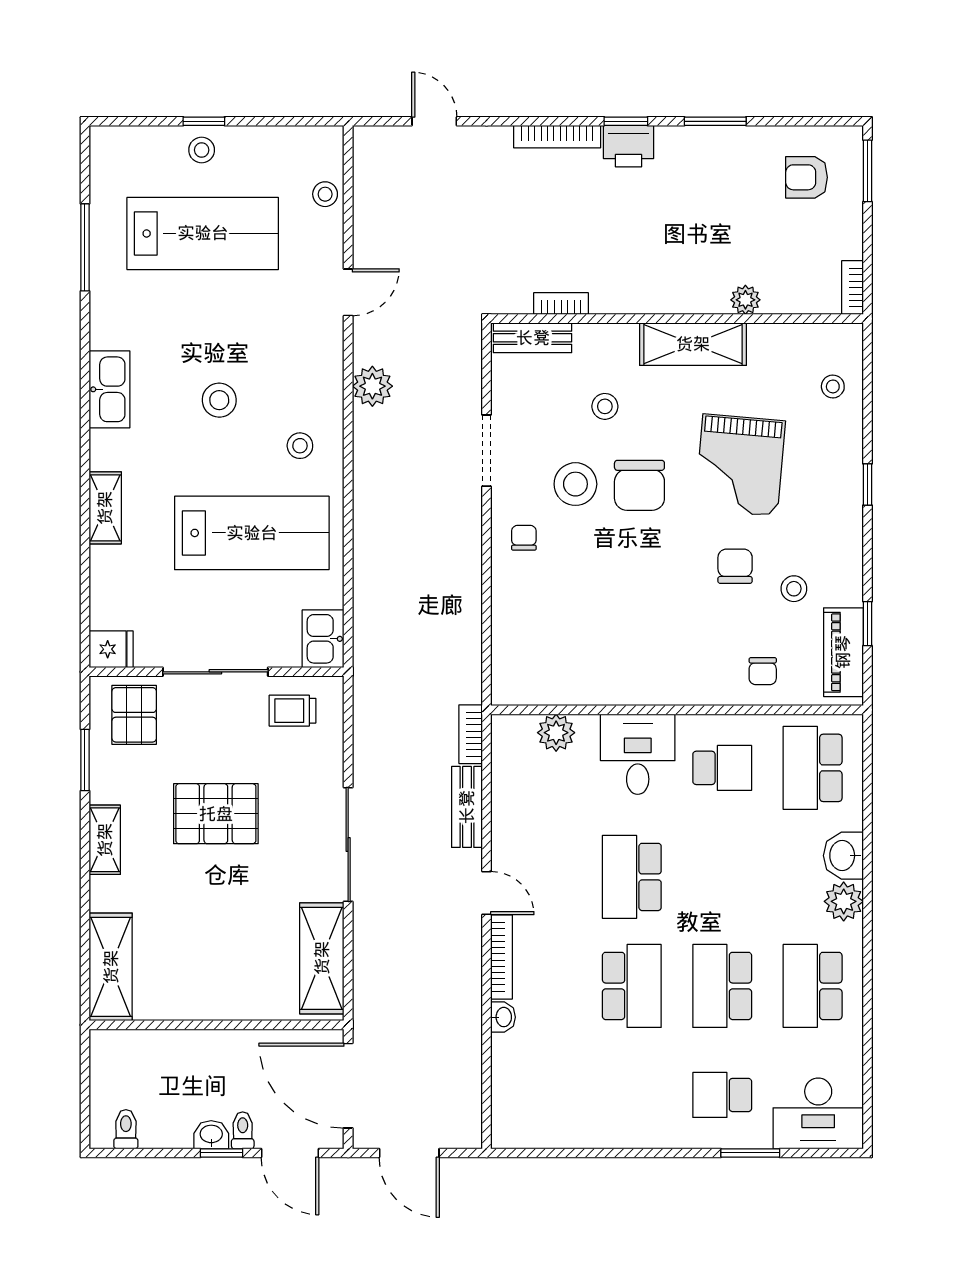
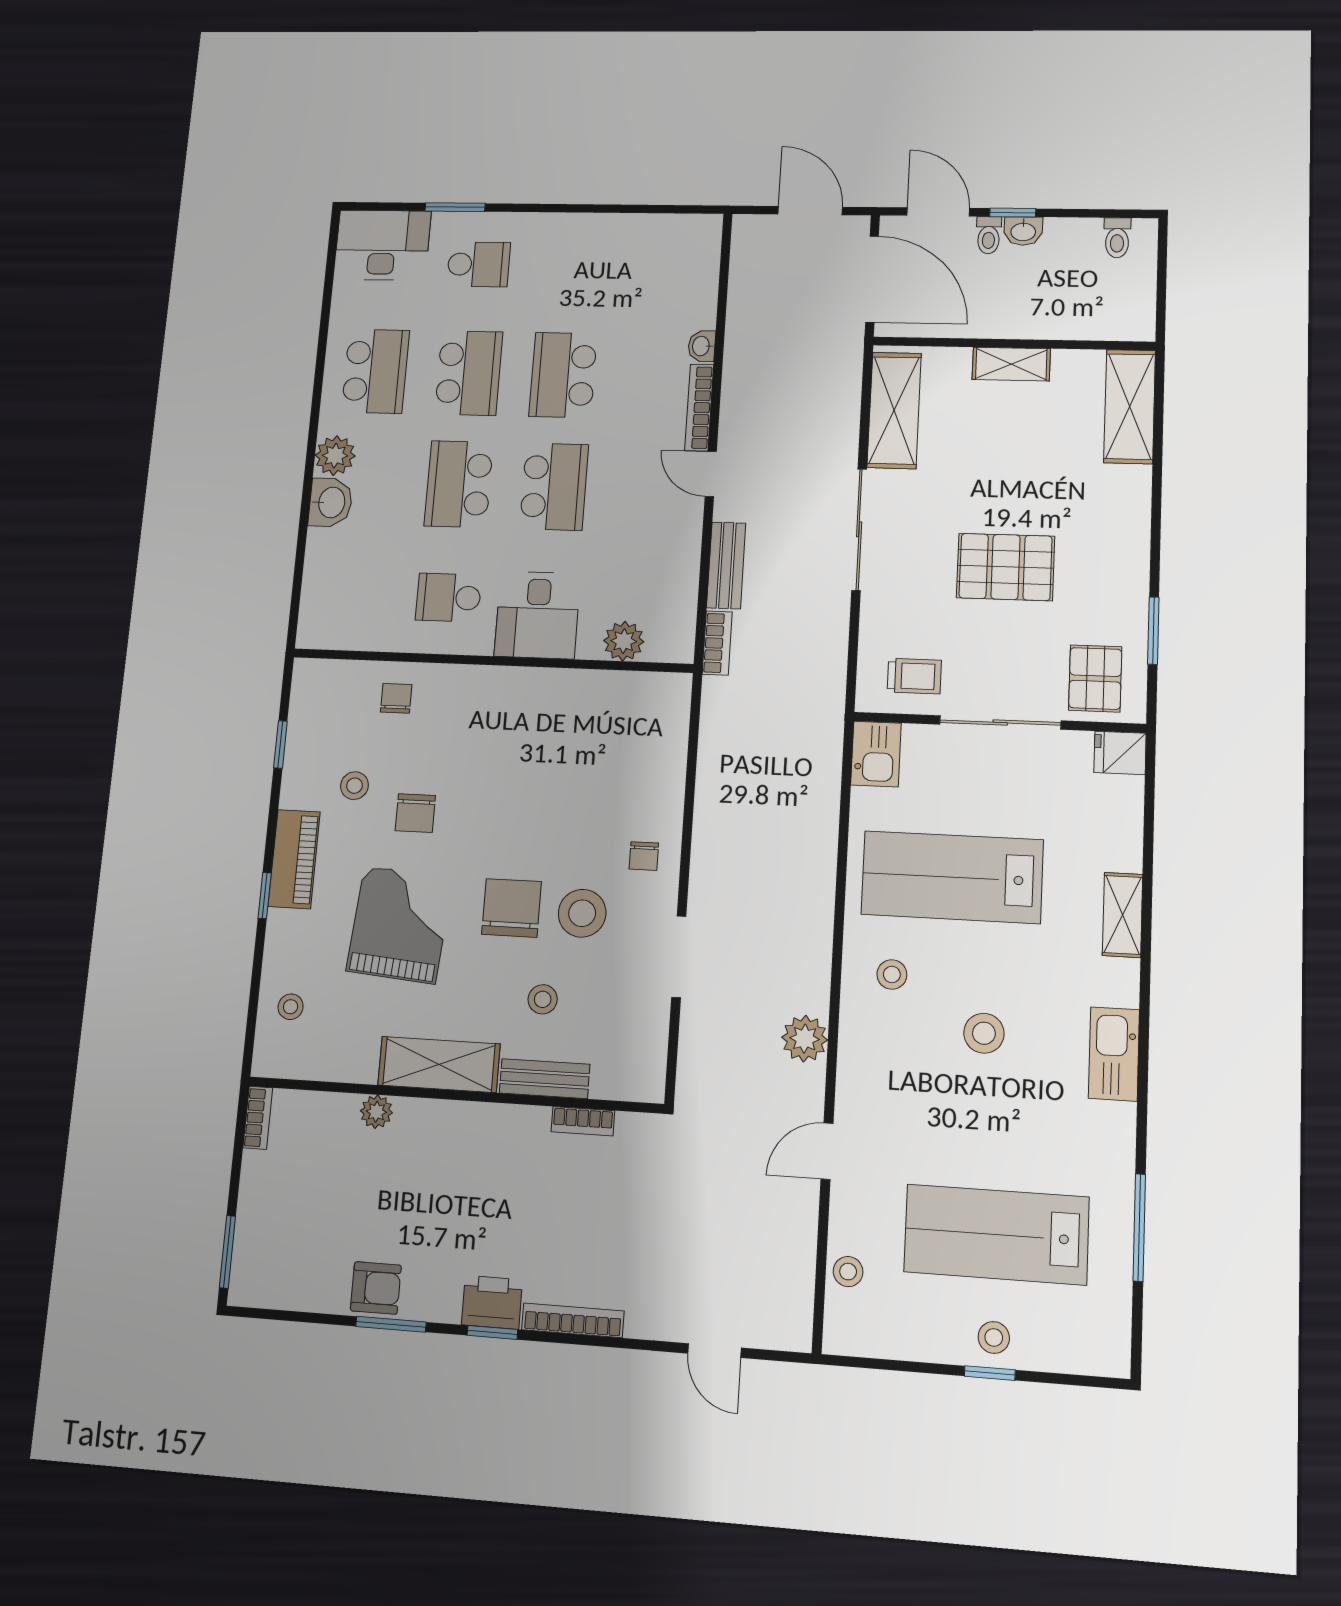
armchair: (806, 177) -> (376, 1288), moved
bench: (533, 338) -> (545, 1079), moved
piano: (843, 652) -> (294, 859), moved
school desk: (813, 768) -> (459, 484), moved, turned 180
shelving: (105, 840) -> (1011, 364), moved, turned 90

